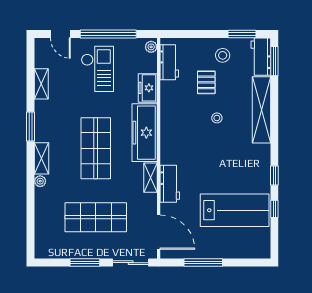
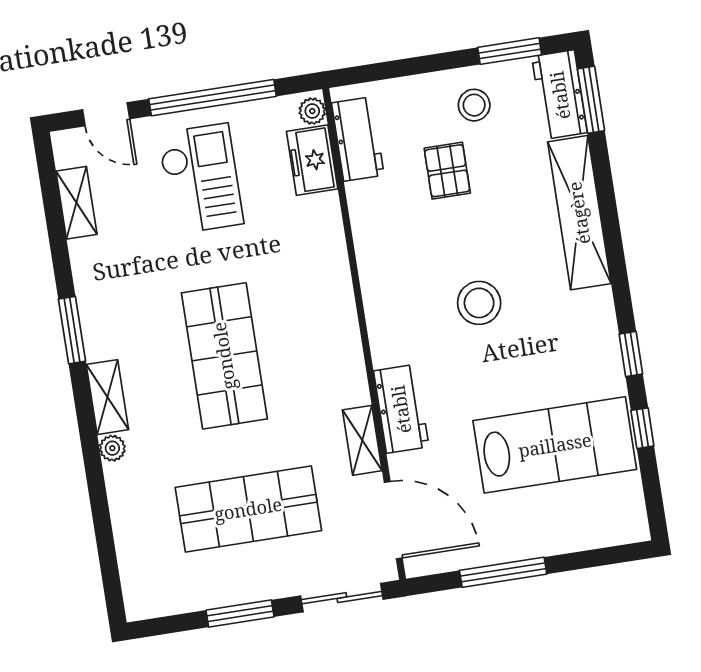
shelving: (41, 84) -> (76, 203), moved
freezer: (148, 88) -> (312, 160), moved
stool: (217, 118) -> (479, 303), moved, width x1.89, depth x1.89
freezer: (145, 133) -> (328, 304), removed
shelving: (150, 178) -> (362, 440), moved

